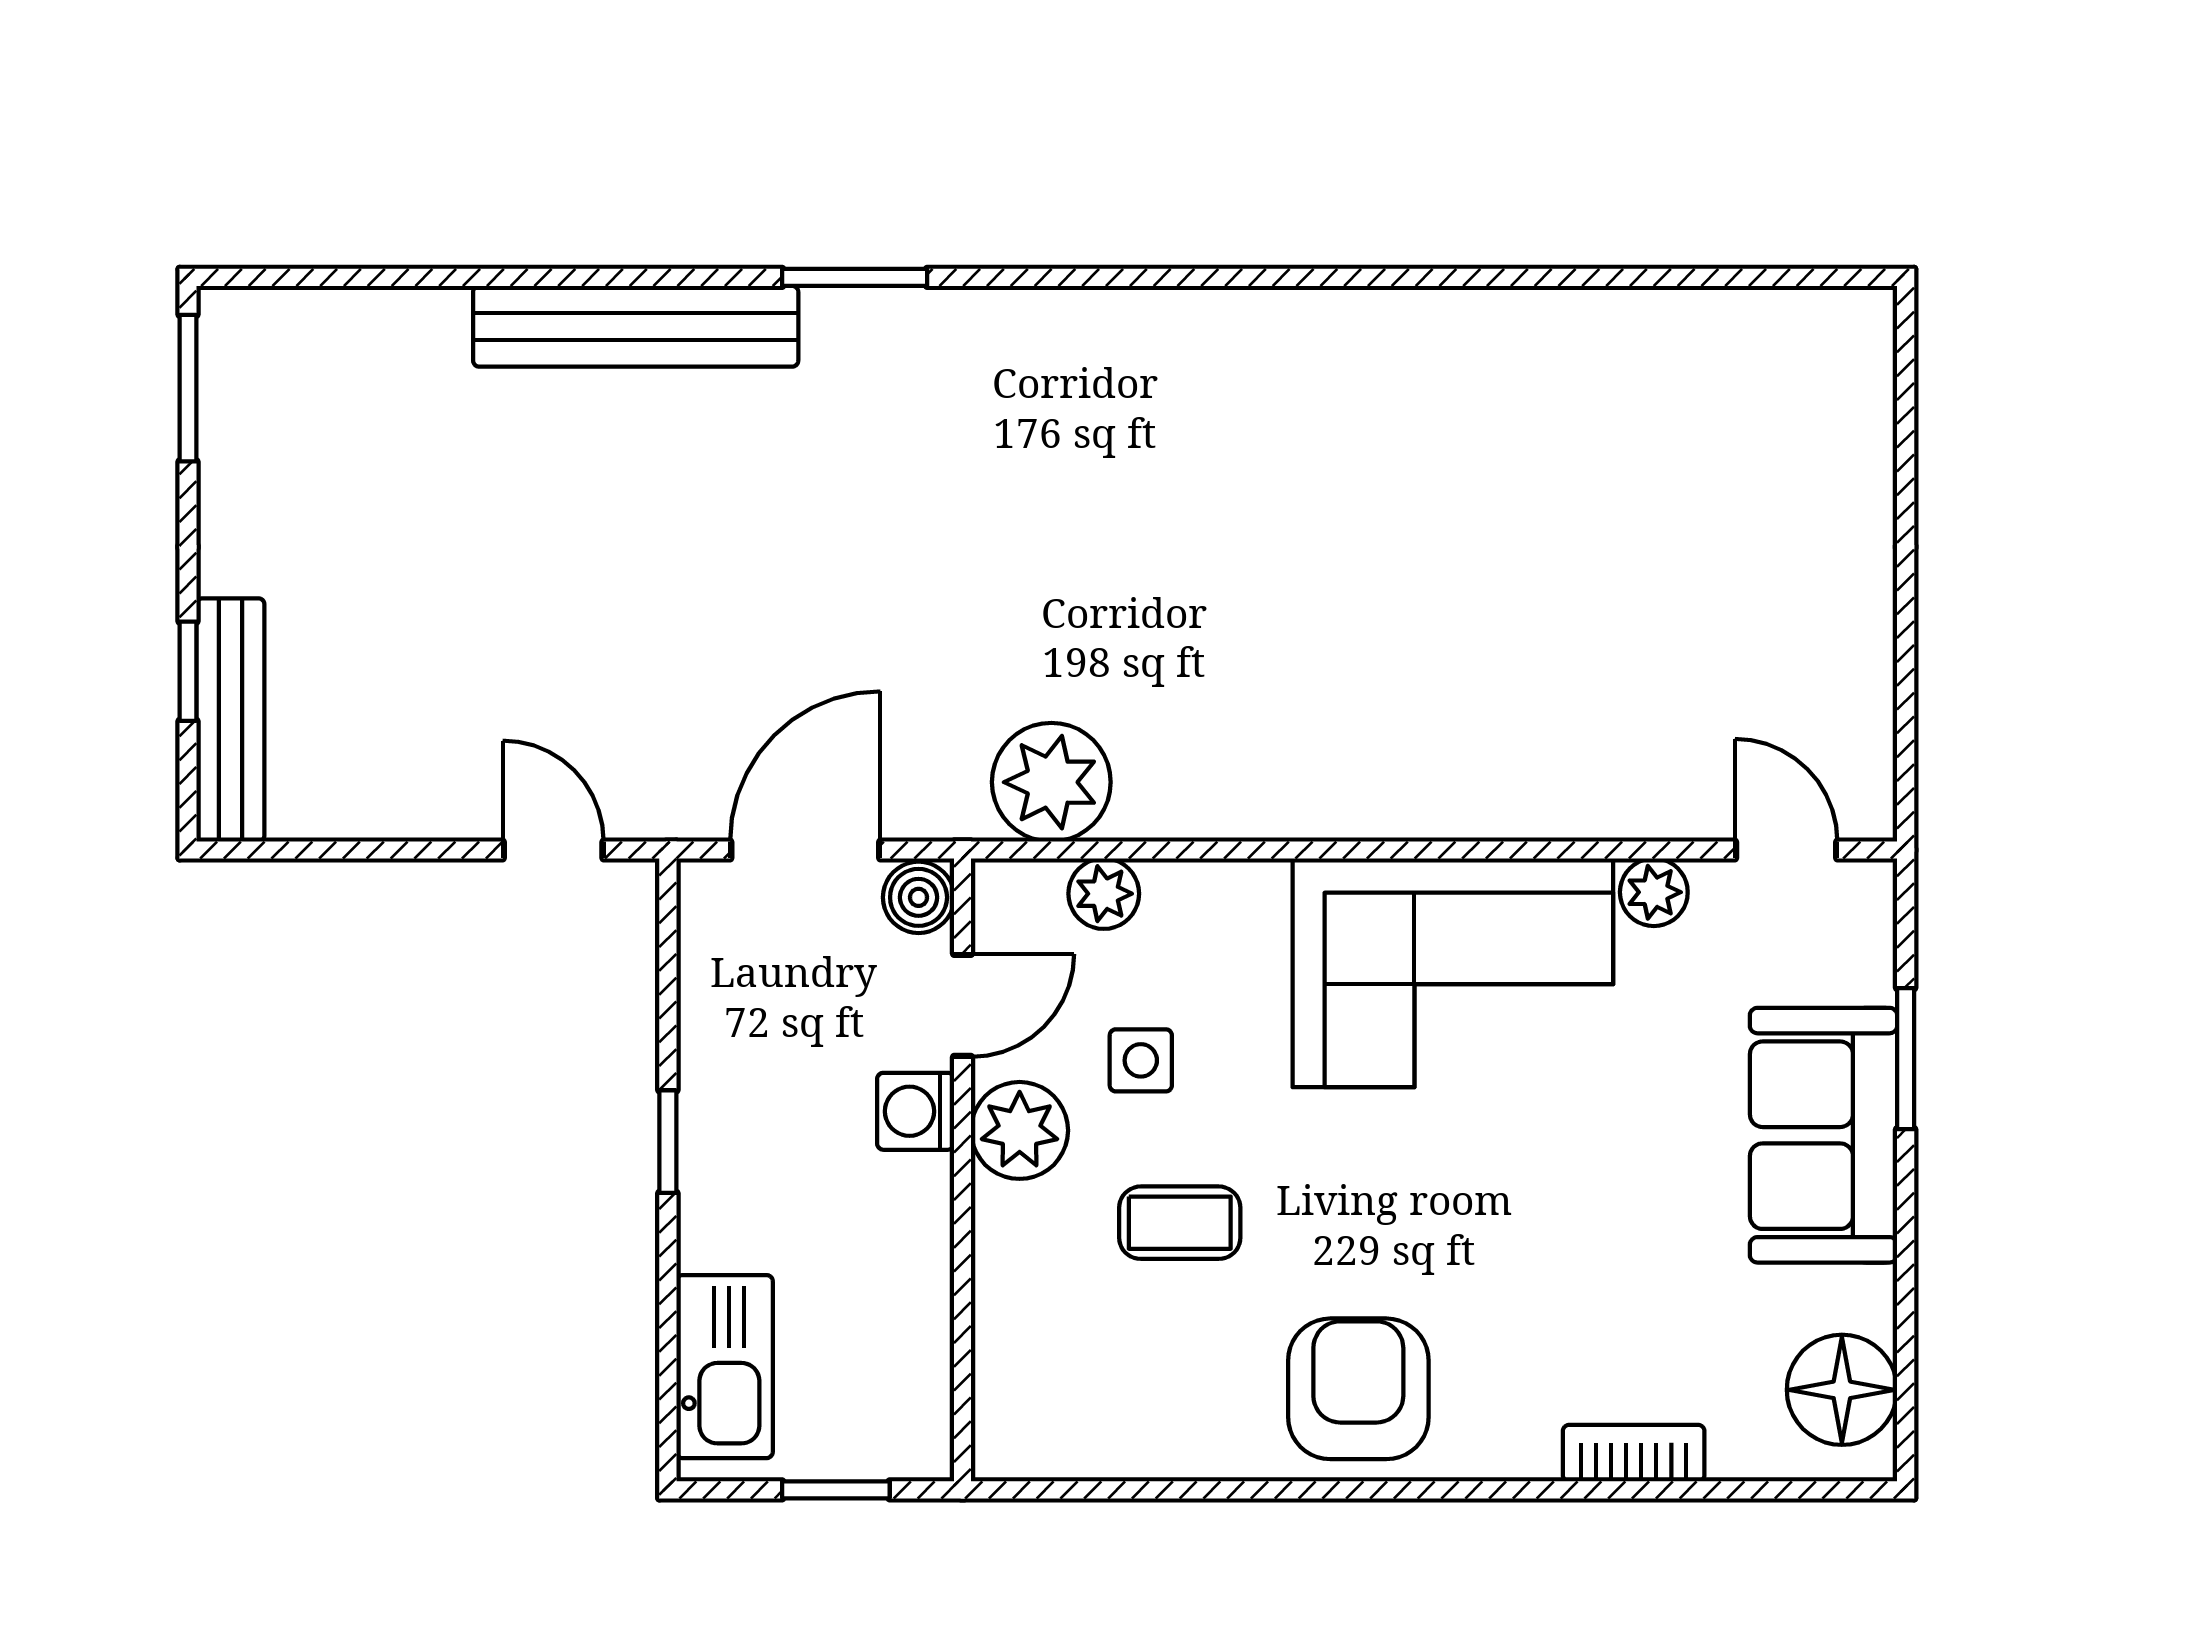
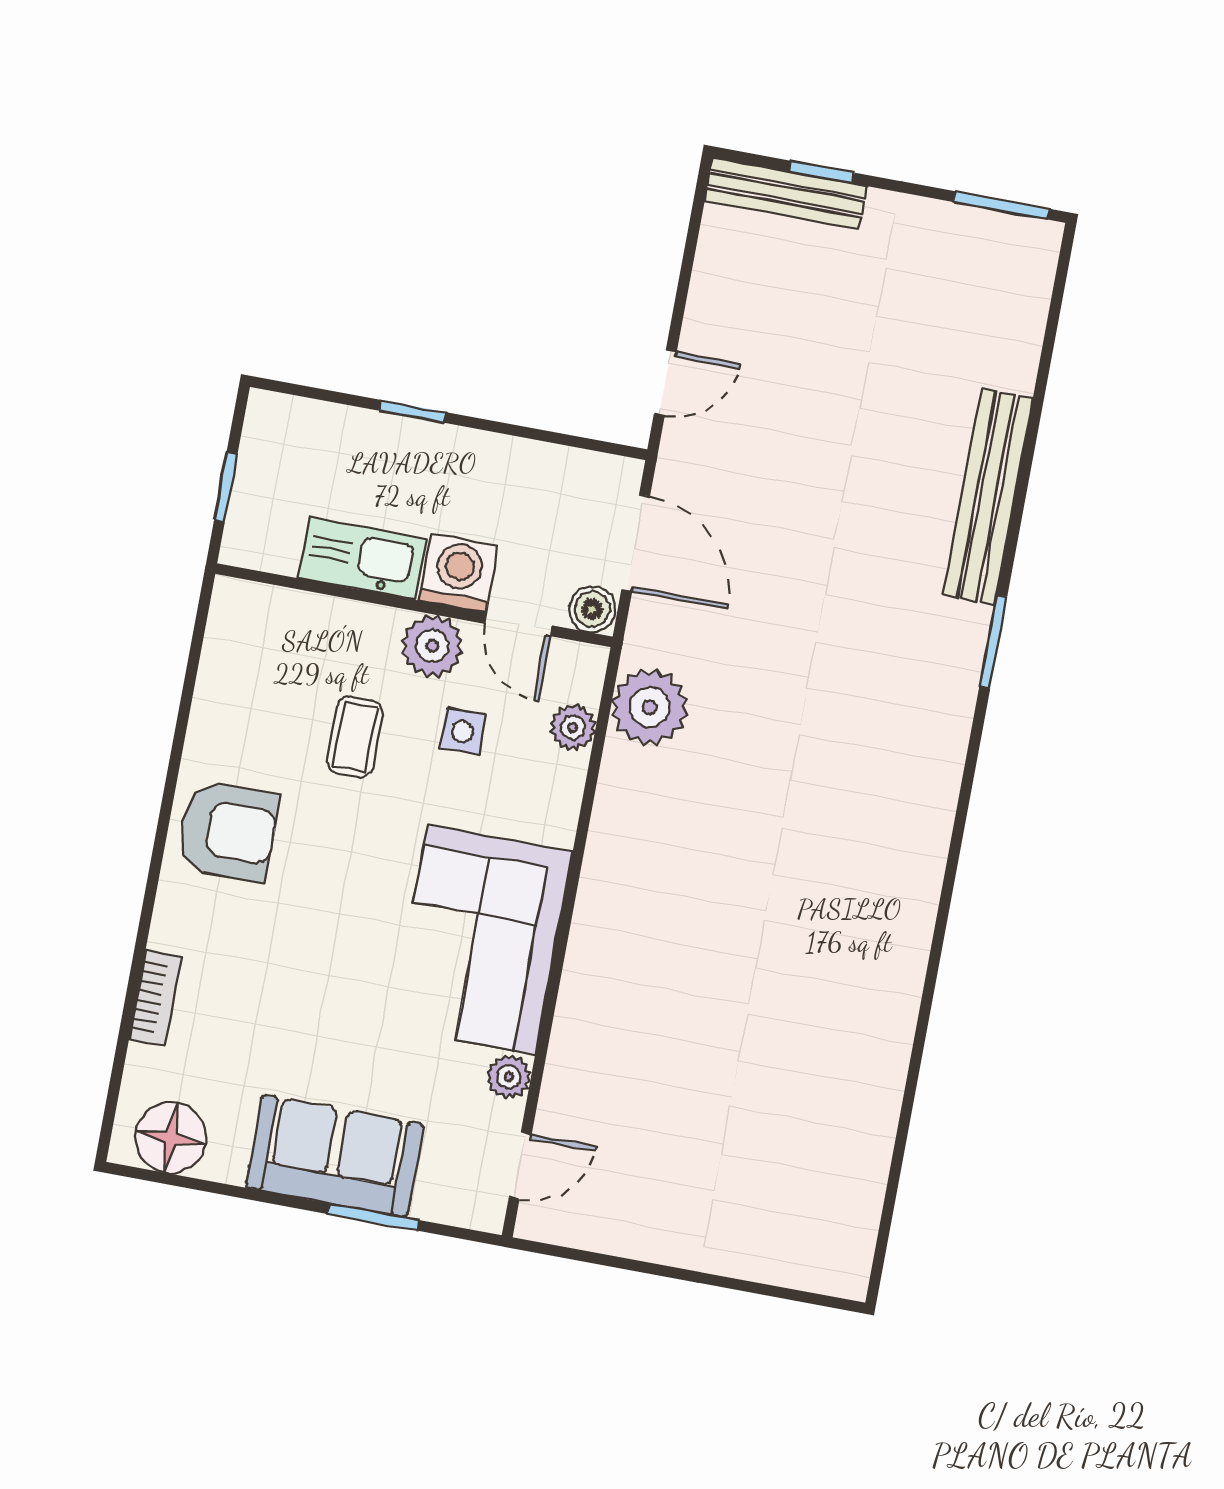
washing machine: (916, 1111) -> (458, 573), width x1.38, depth x1.38
window: (668, 1142) -> (412, 411), moved
kitchen sink: (725, 1367) -> (362, 558), moved, turned 180

